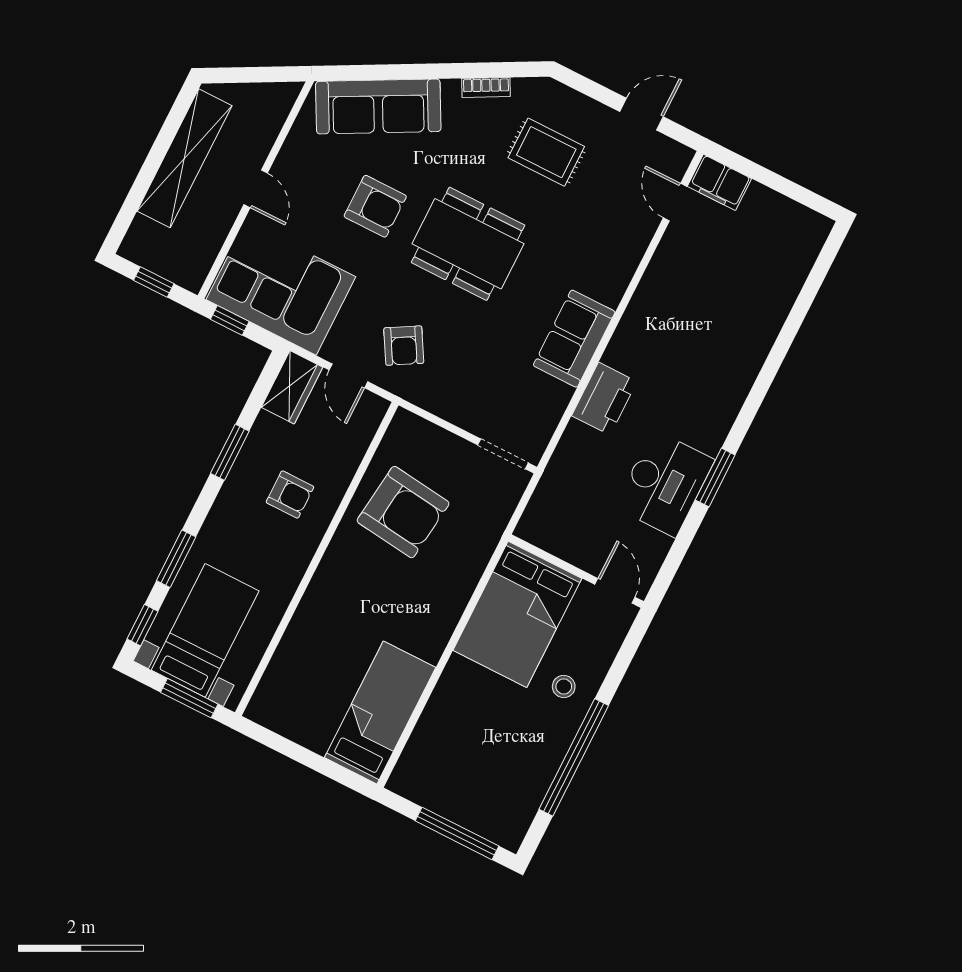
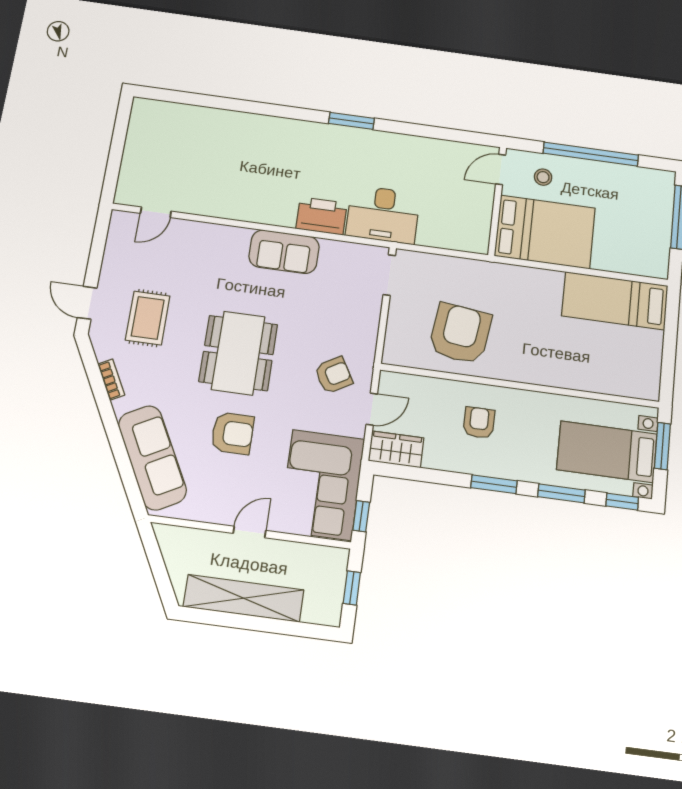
door: (641, 114) -> (87, 303), moved
filing cabinet: (719, 182) -> (131, 186), removed
armchair: (375, 206) -> (232, 433), turned 90
window: (230, 452) -> (494, 484), moved
desk: (664, 484) -> (383, 215), moved, turned 180
wall: (576, 571) -> (497, 201), moved
door: (615, 591) -> (501, 169), moved
bed: (517, 614) -> (545, 232), moved

